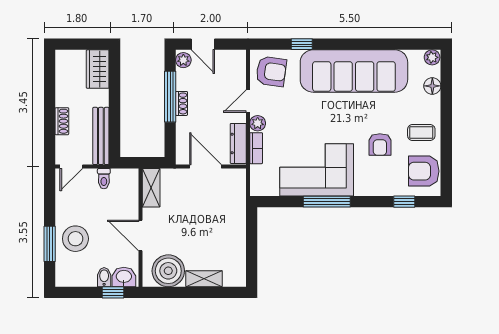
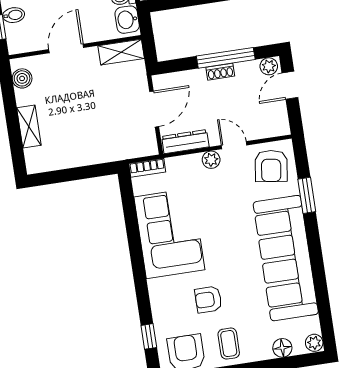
window: (302, 44) -> (307, 195), width x1.50
bookcase: (256, 148) -> (147, 168), moved
window: (327, 202) -> (136, 250), removed
boiler: (168, 271) -> (22, 78), width x0.54, depth x0.54
washbasin: (124, 277) -> (127, 20), moved, turned 180

